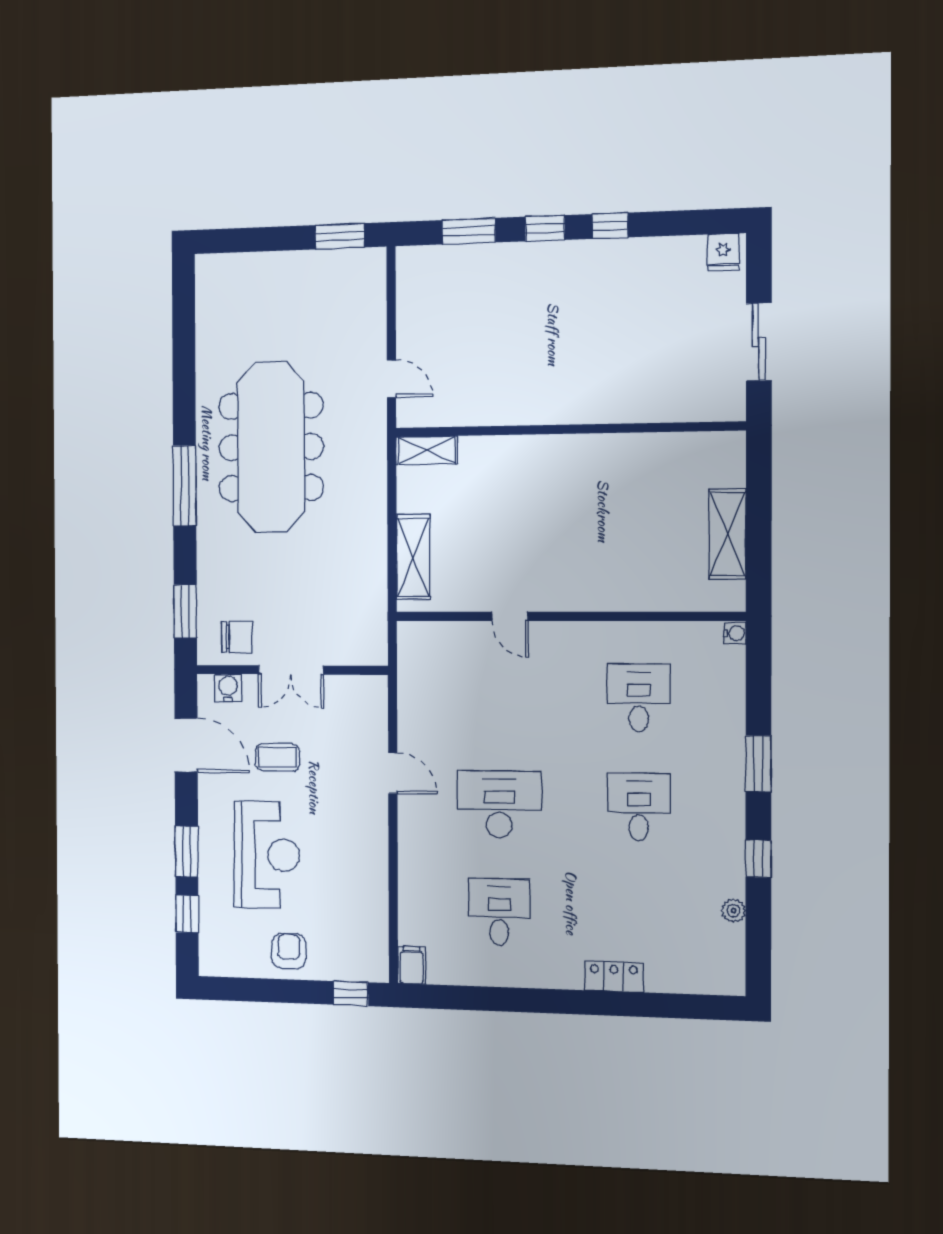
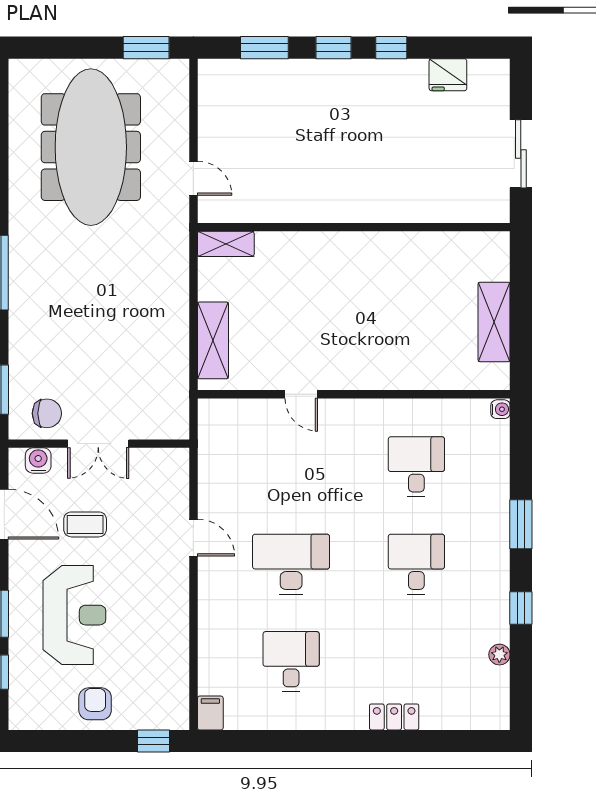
fridge: (723, 252) -> (448, 75), moved, width x1.38
meeting table: (271, 447) -> (91, 147), moved

